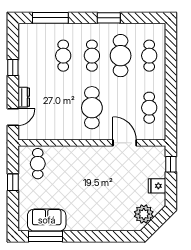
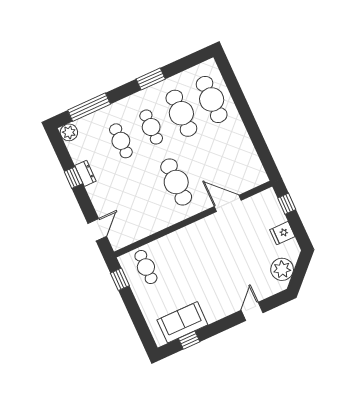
plant: (26, 30) -> (69, 132), added
cafe table: (149, 56) -> (212, 99), width x1.37, depth x1.35
dresser: (24, 97) -> (85, 173), moved
cafe table: (149, 108) -> (237, 154), removed
window: (13, 182) -> (120, 279), moved
window: (45, 236) -> (189, 340), width x0.46
door: (105, 236) -> (252, 311), added

